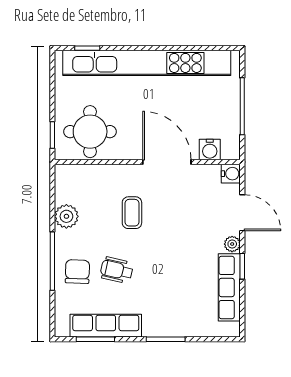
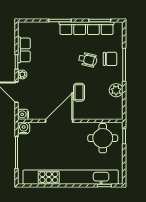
water cooler: (210, 150) -> (24, 128), moved
door: (167, 162) -> (59, 121), swing flipped
chair: (77, 272) -> (110, 59), turned -92
row of seats: (229, 287) -> (24, 50), width x0.68
row of seats: (106, 326) -> (87, 28), width x1.36

